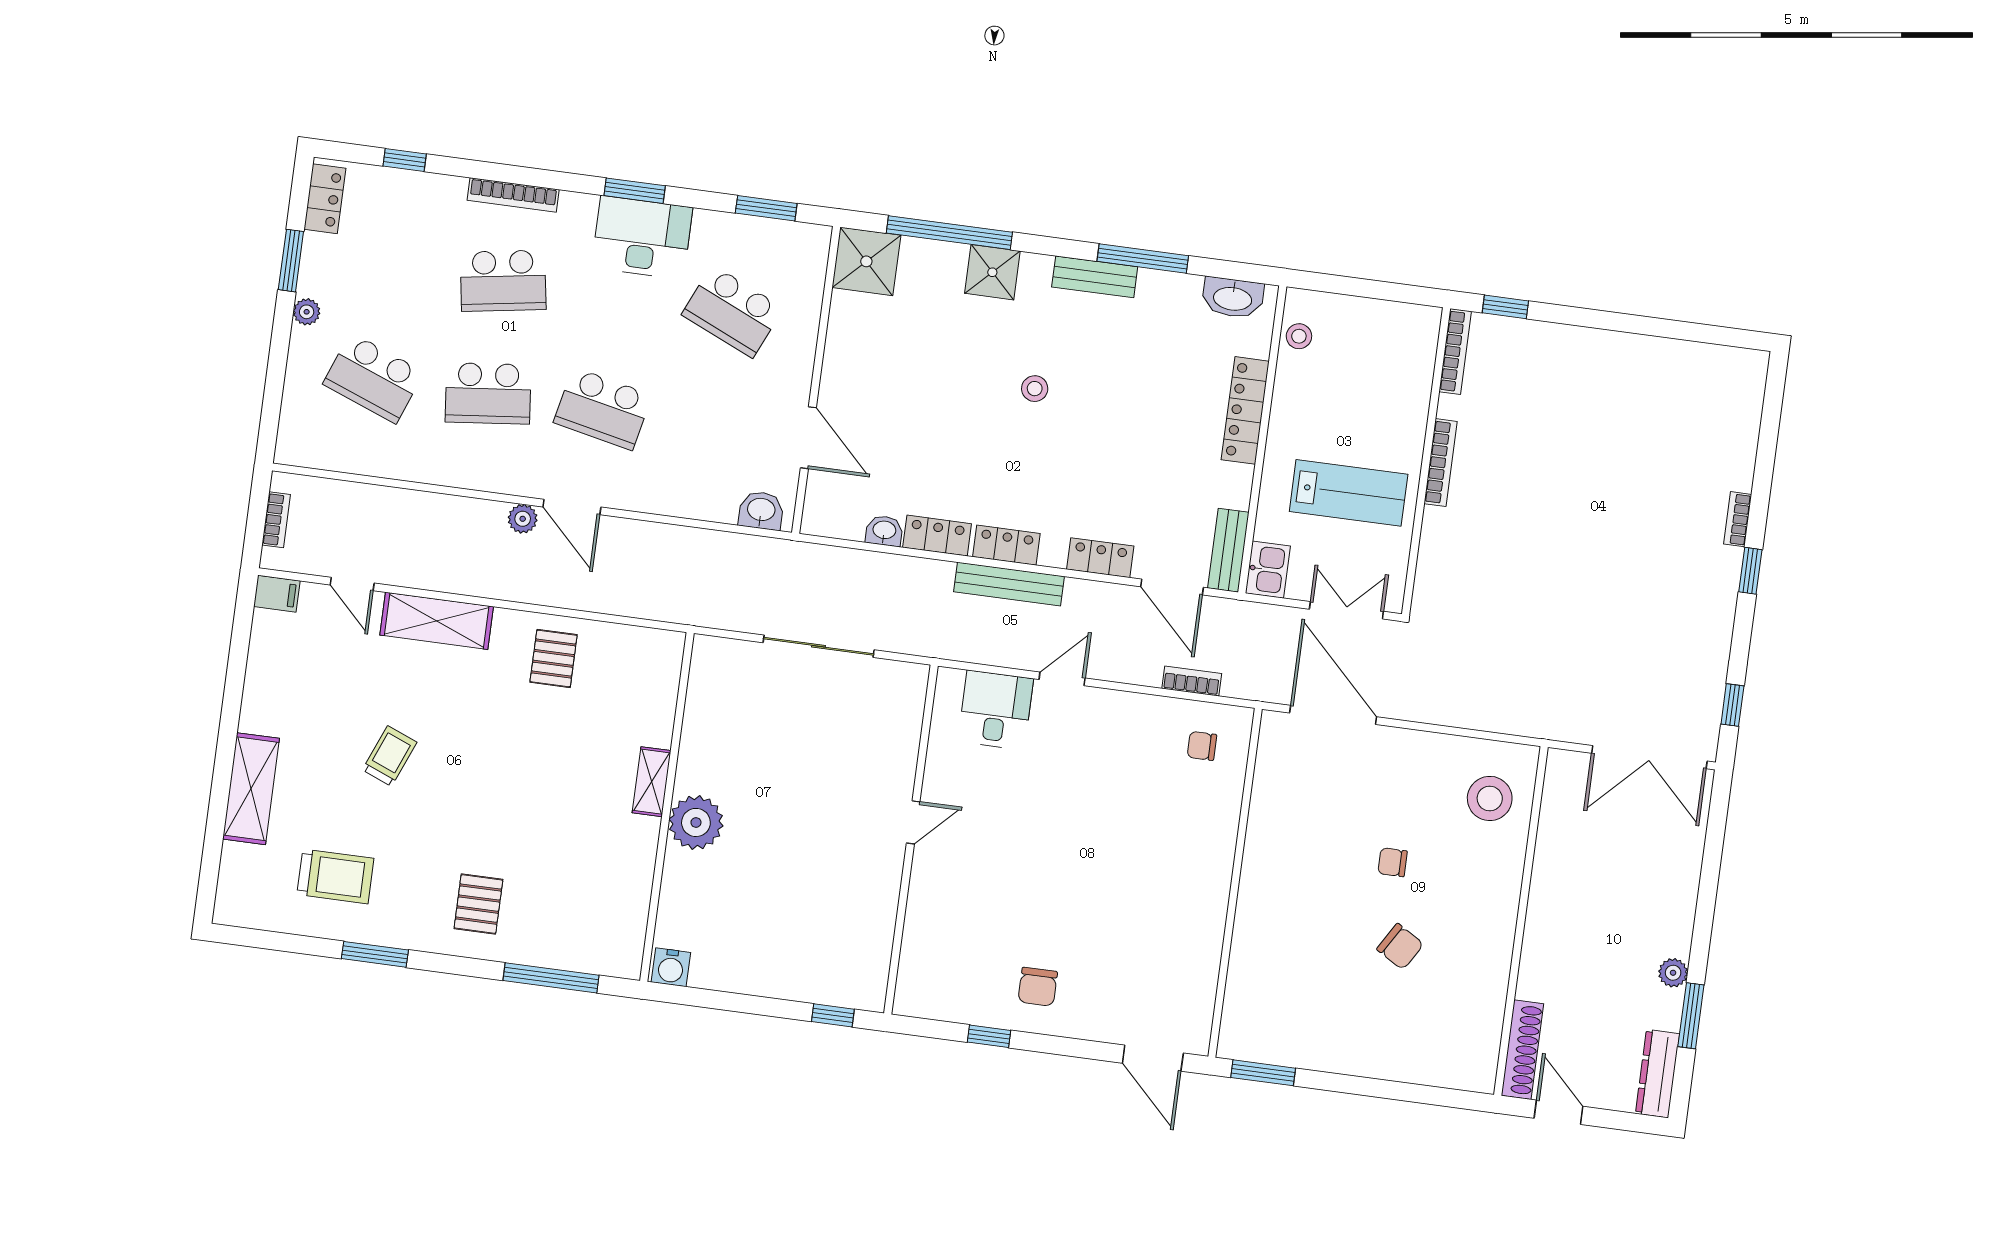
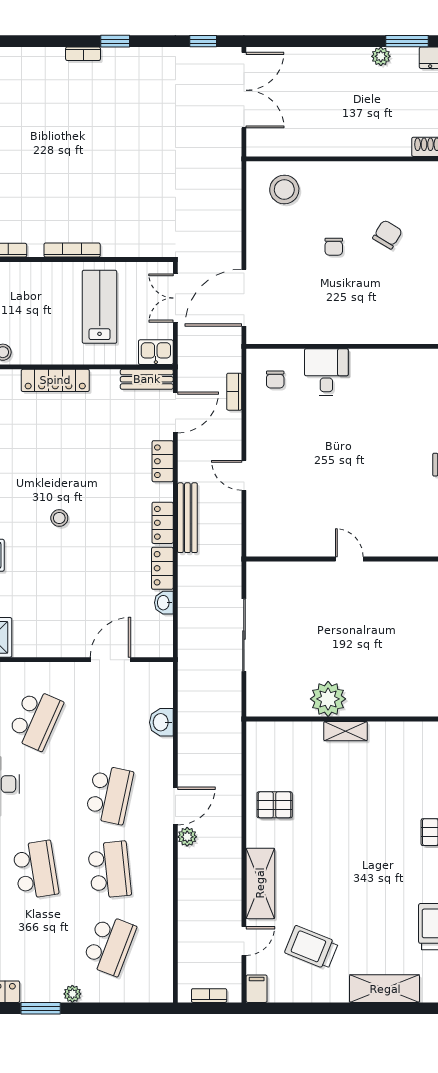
washbasin: (761, 510) -> (161, 722), moved
desk: (996, 710) -> (326, 372), moved, turned 90
trolley: (390, 756) -> (311, 948), moved, width x1.36, depth x1.39
plant: (696, 822) -> (328, 699), moved

